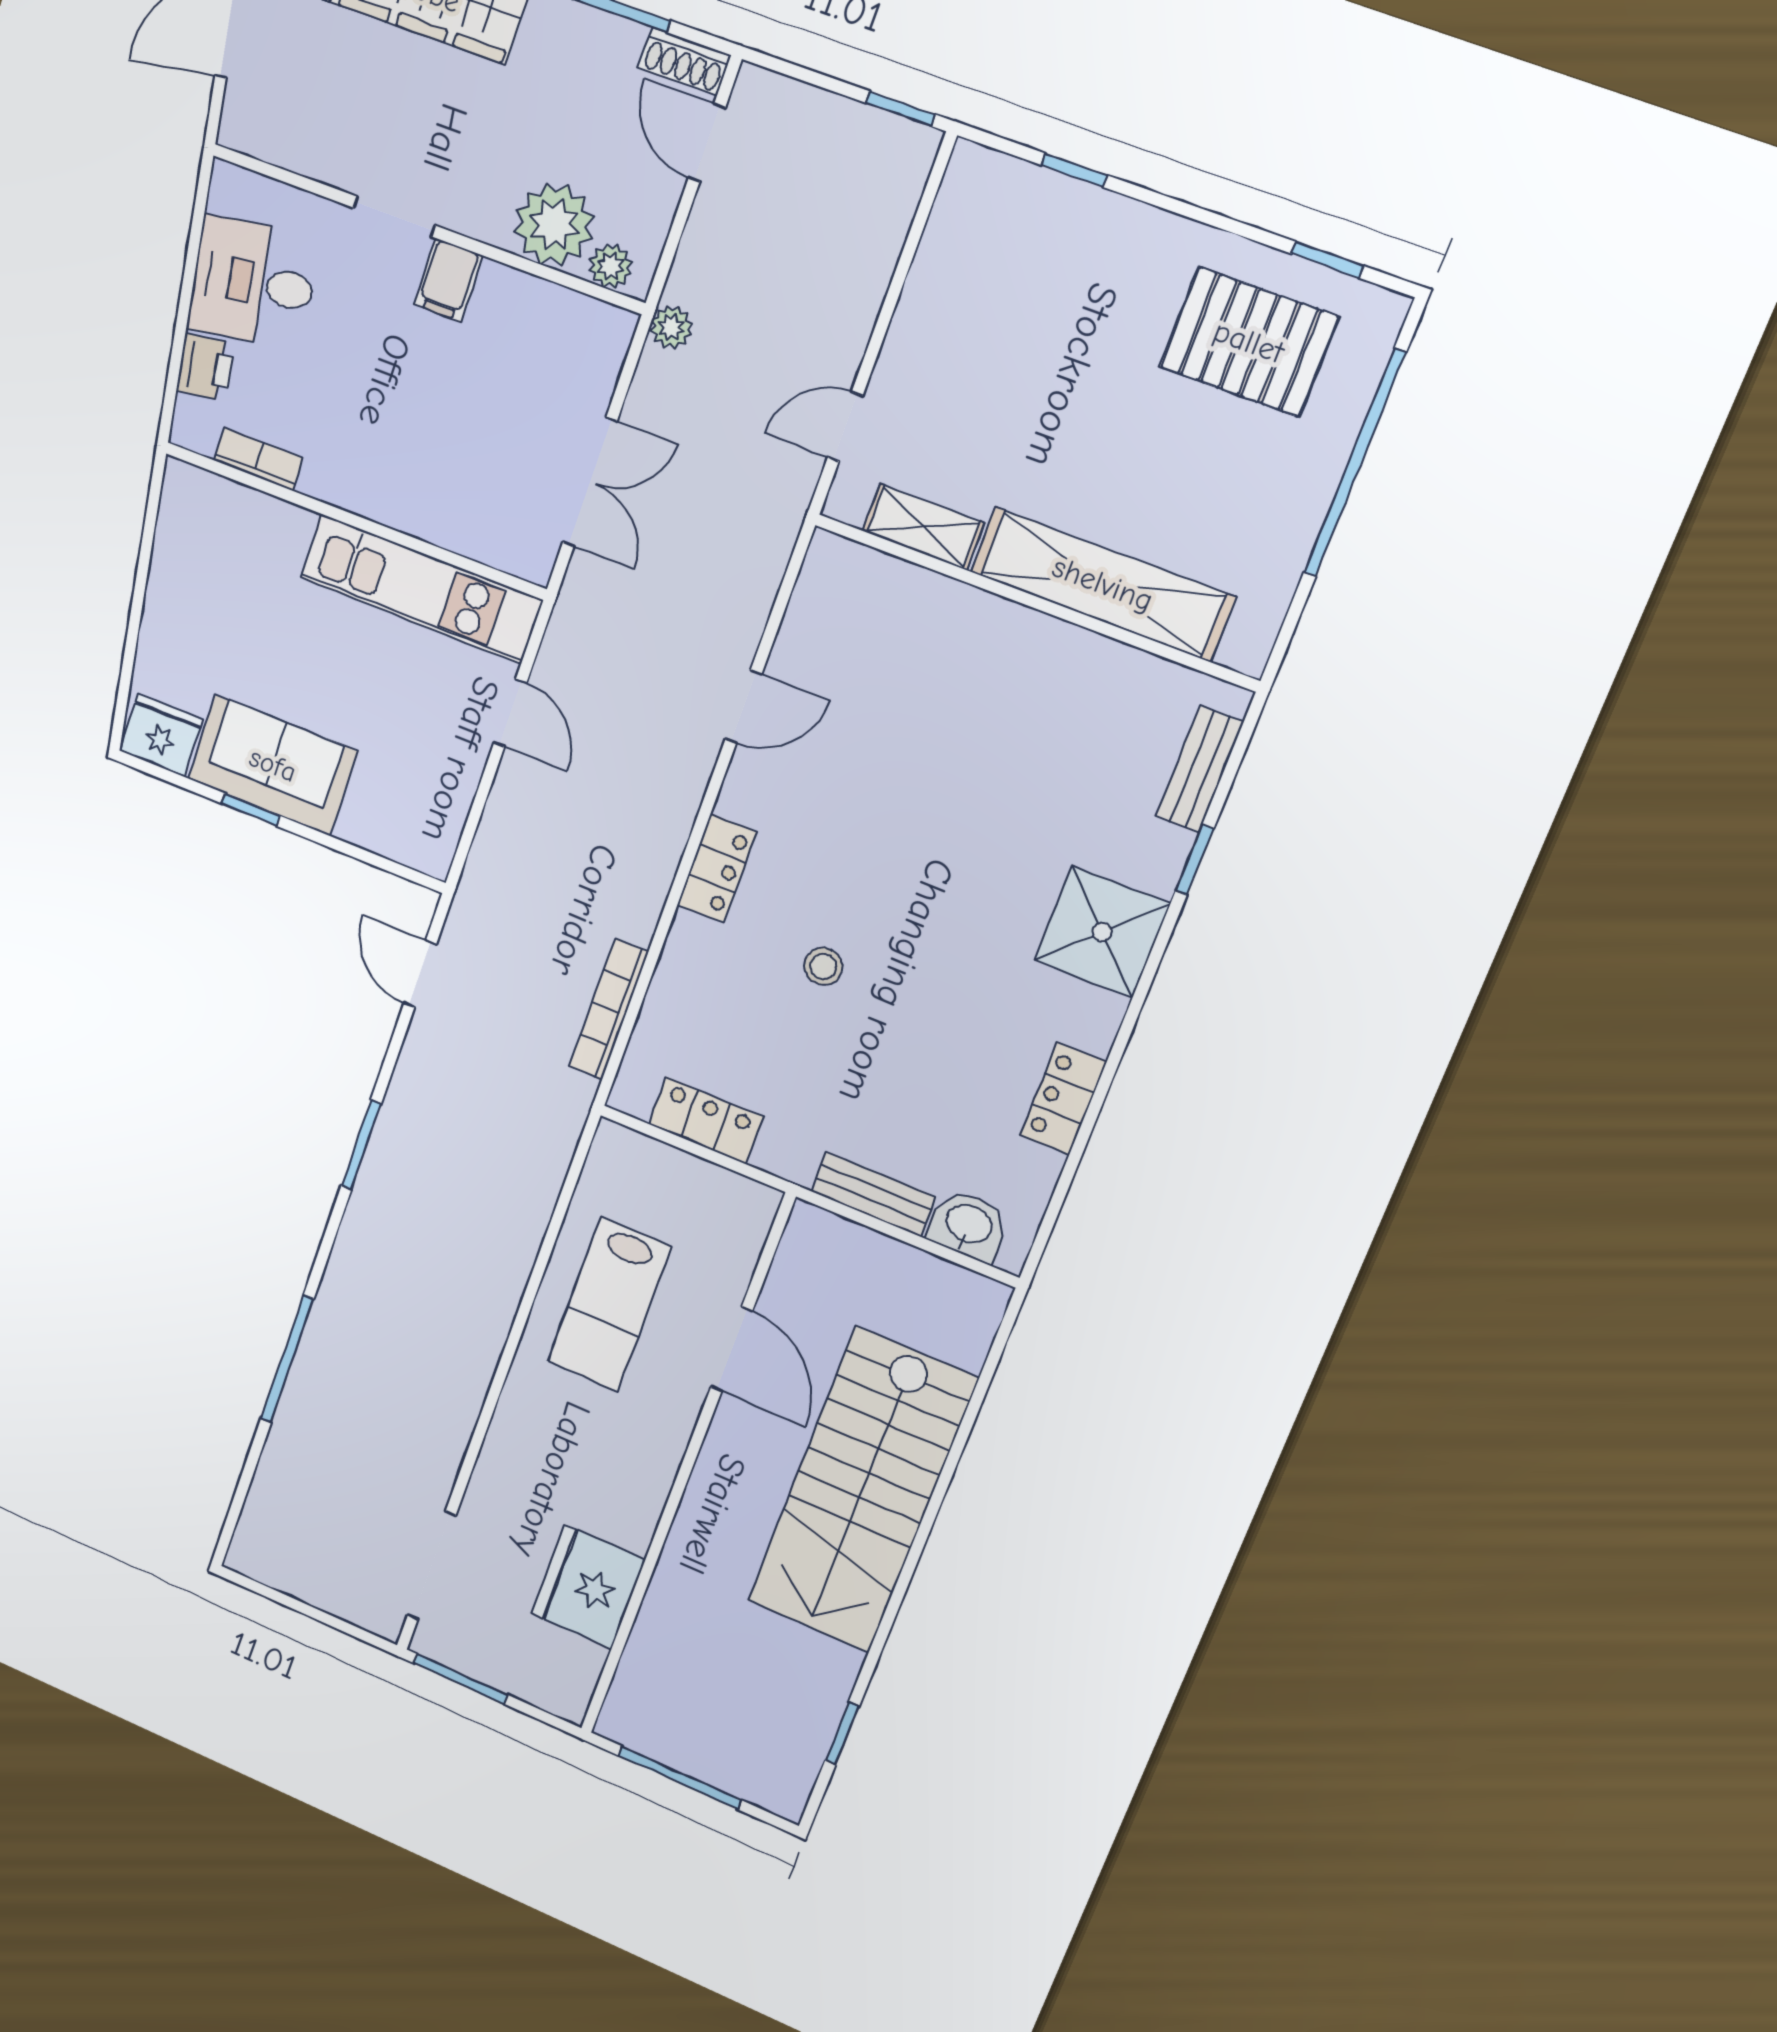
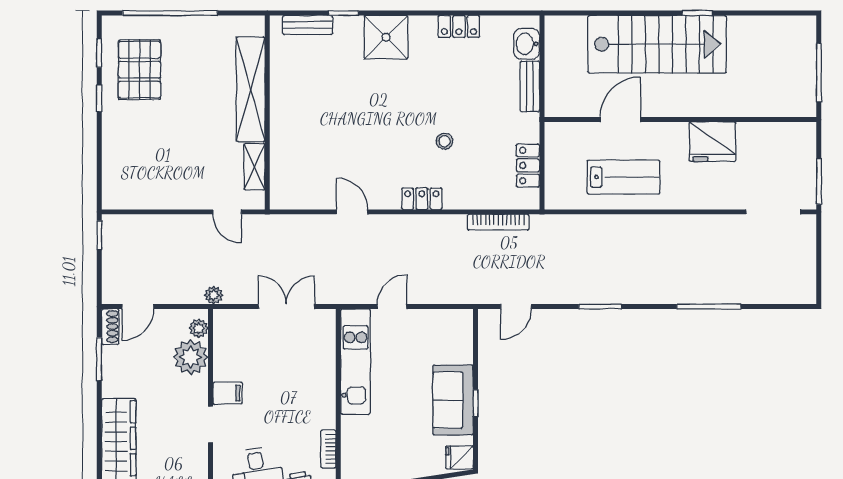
window: (1074, 170) -> (99, 98), moved
fridge: (161, 735) -> (459, 457), width x0.72
fridge: (588, 1587) -> (712, 142), moved
window: (842, 1733) -> (697, 13), moved

